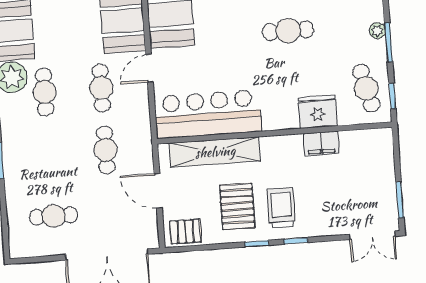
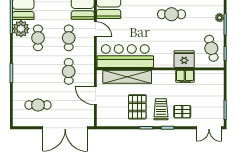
door: (149, 68) -> (95, 29), swing flipped
pallet: (185, 232) -> (182, 112), moved

